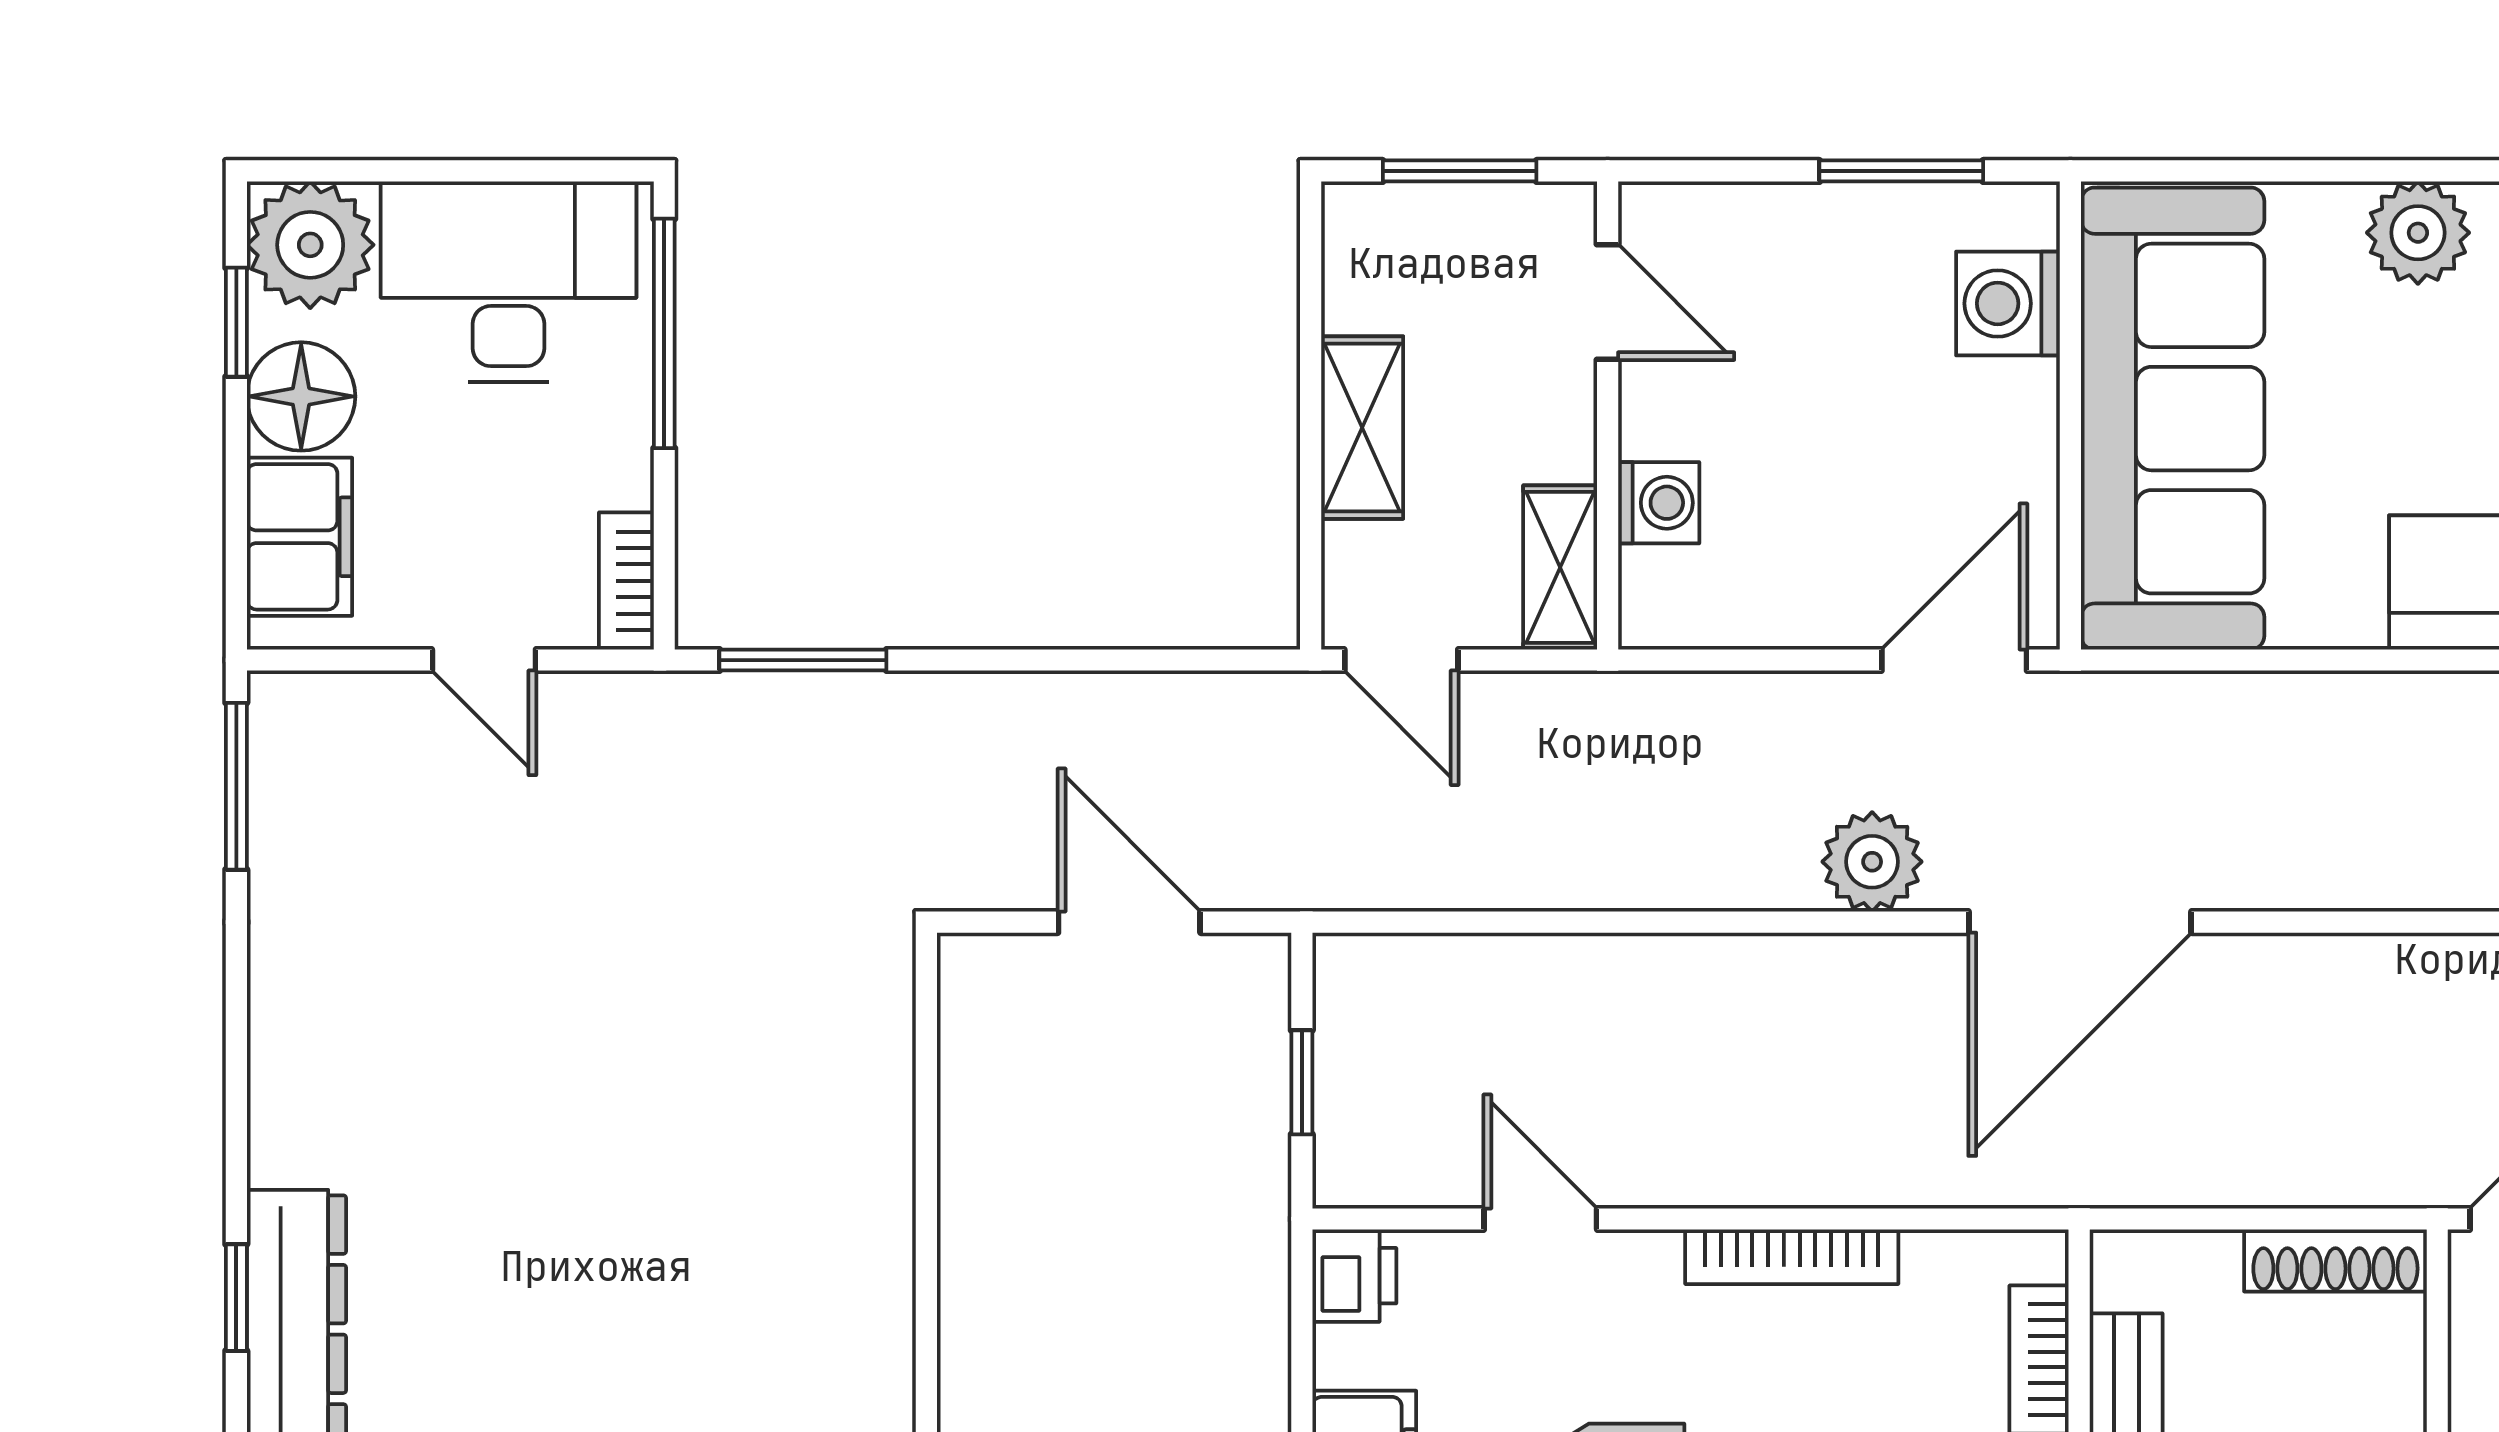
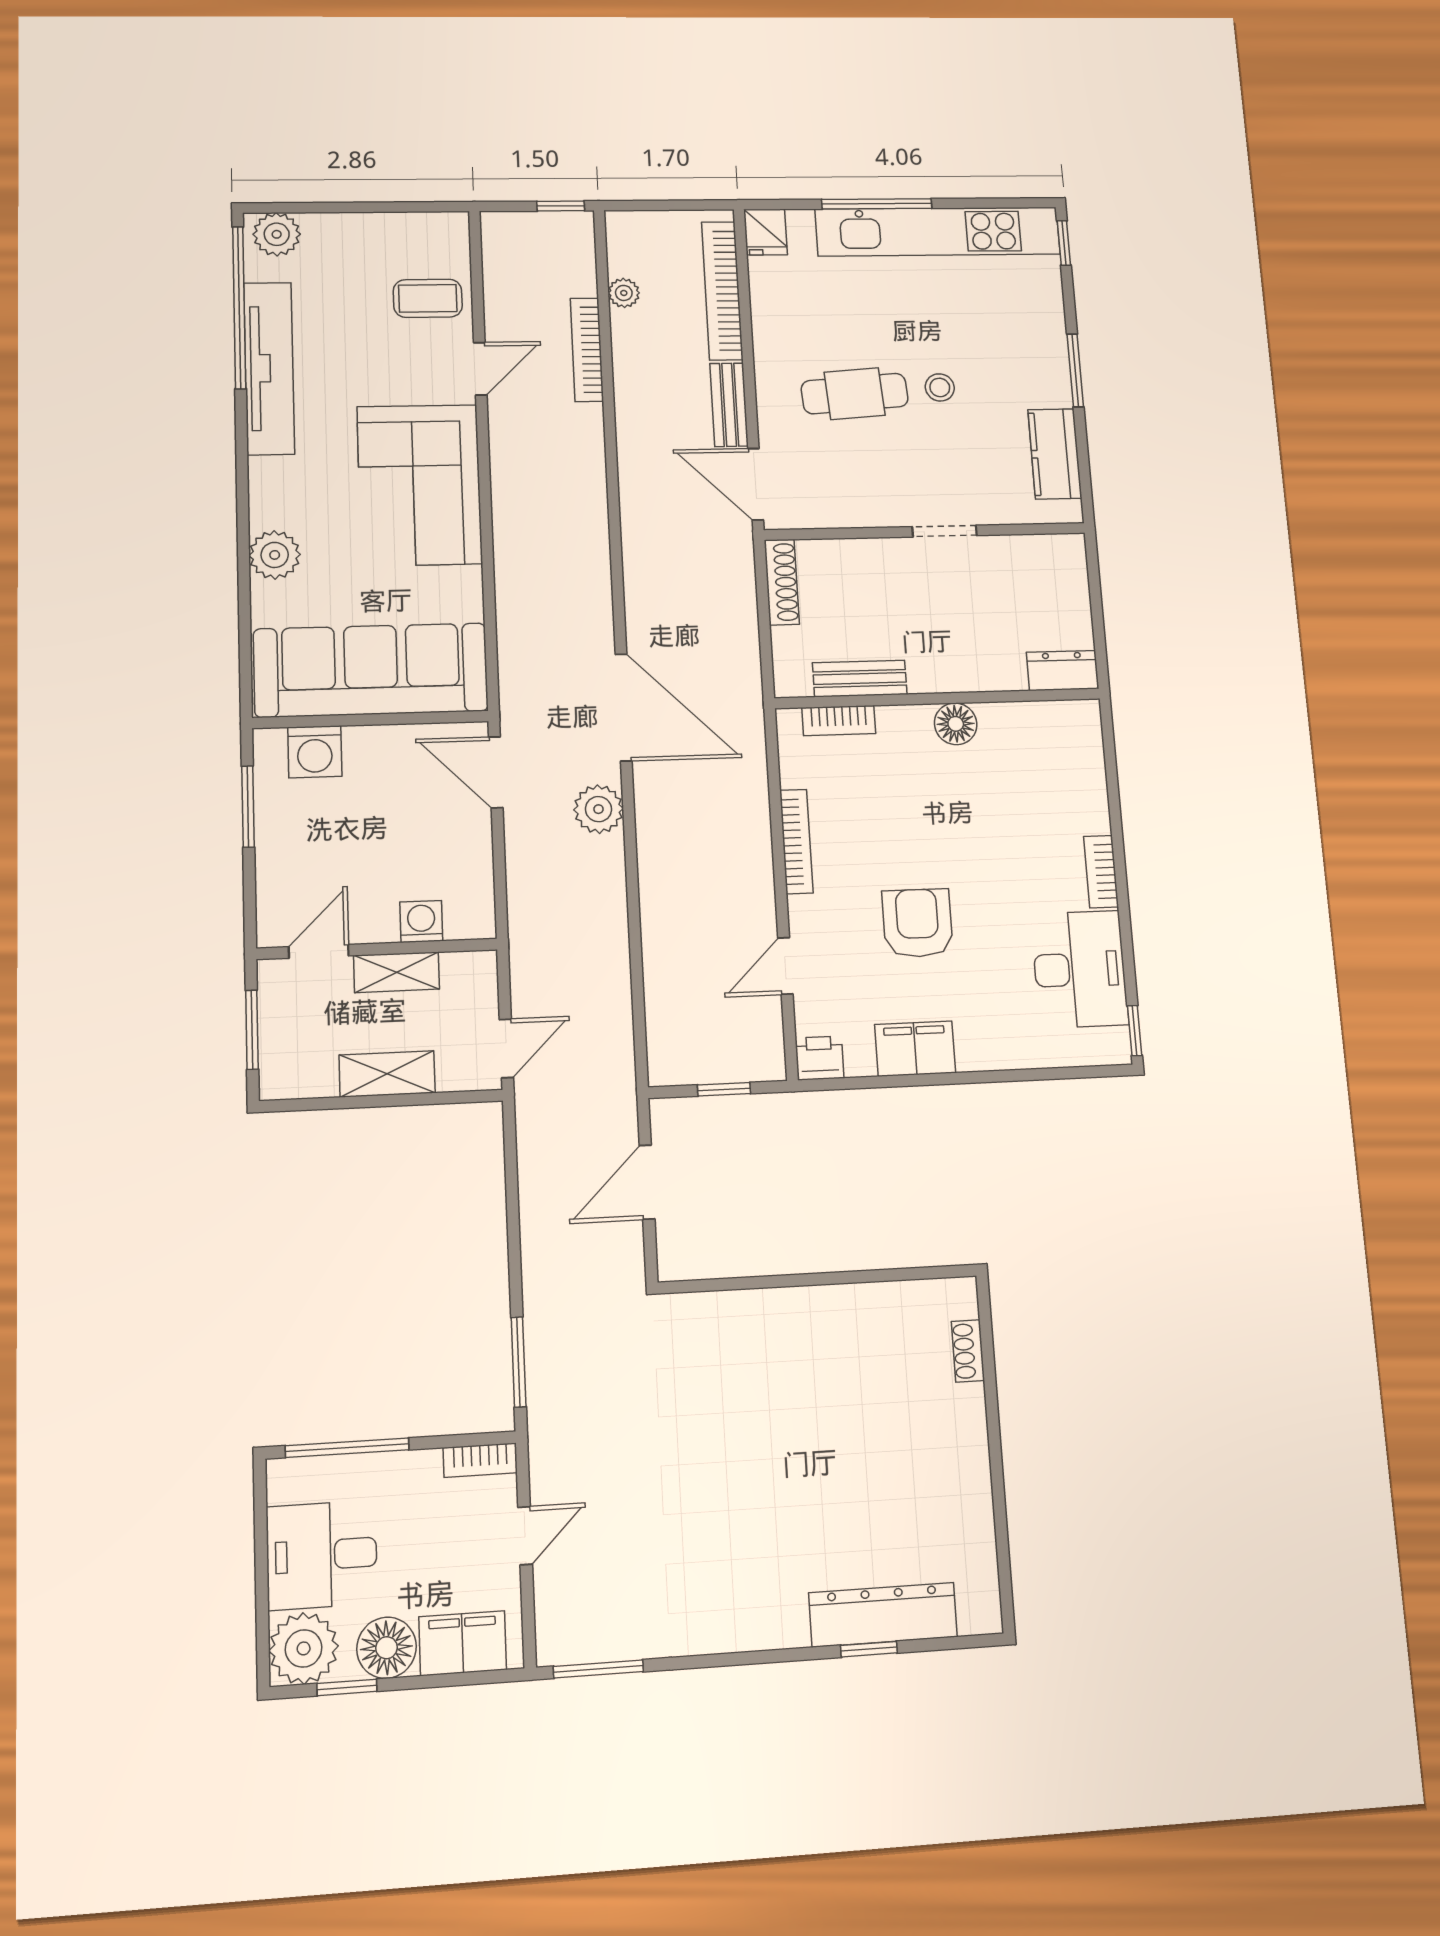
desk: (508, 282) -> (322, 1555), width x0.73
shelving: (1560, 567) -> (397, 972), moved

